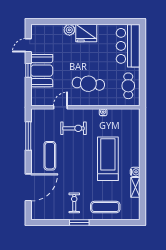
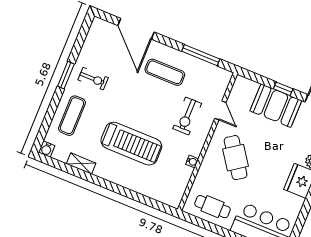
cafe table: (88, 84) -> (236, 158), turned -41
water cooler: (135, 172) -> (47, 149), moved

